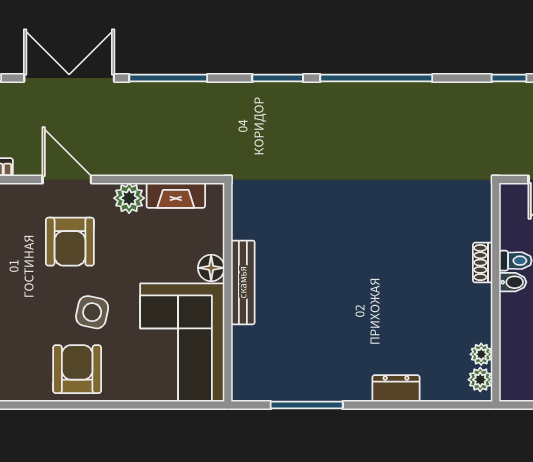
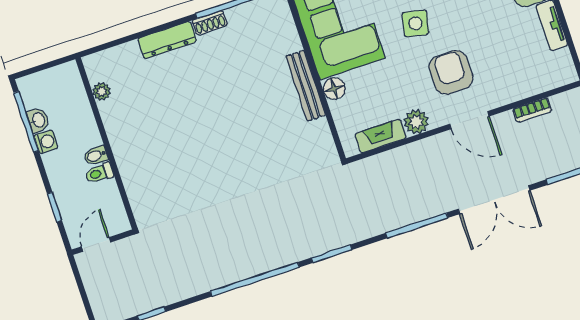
shoe rack: (483, 263) -> (210, 23), moved, turned 90
plant: (480, 380) -> (96, 71), removed
dresser: (396, 388) -> (167, 40), width x1.44

